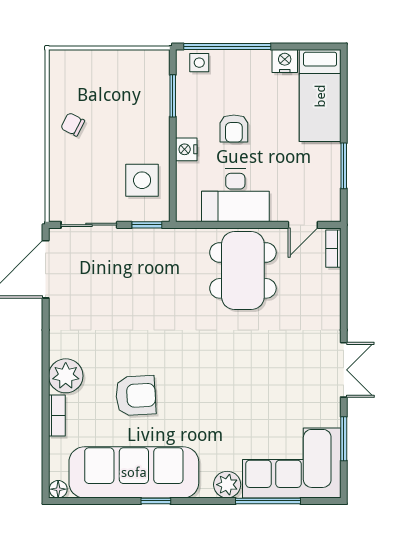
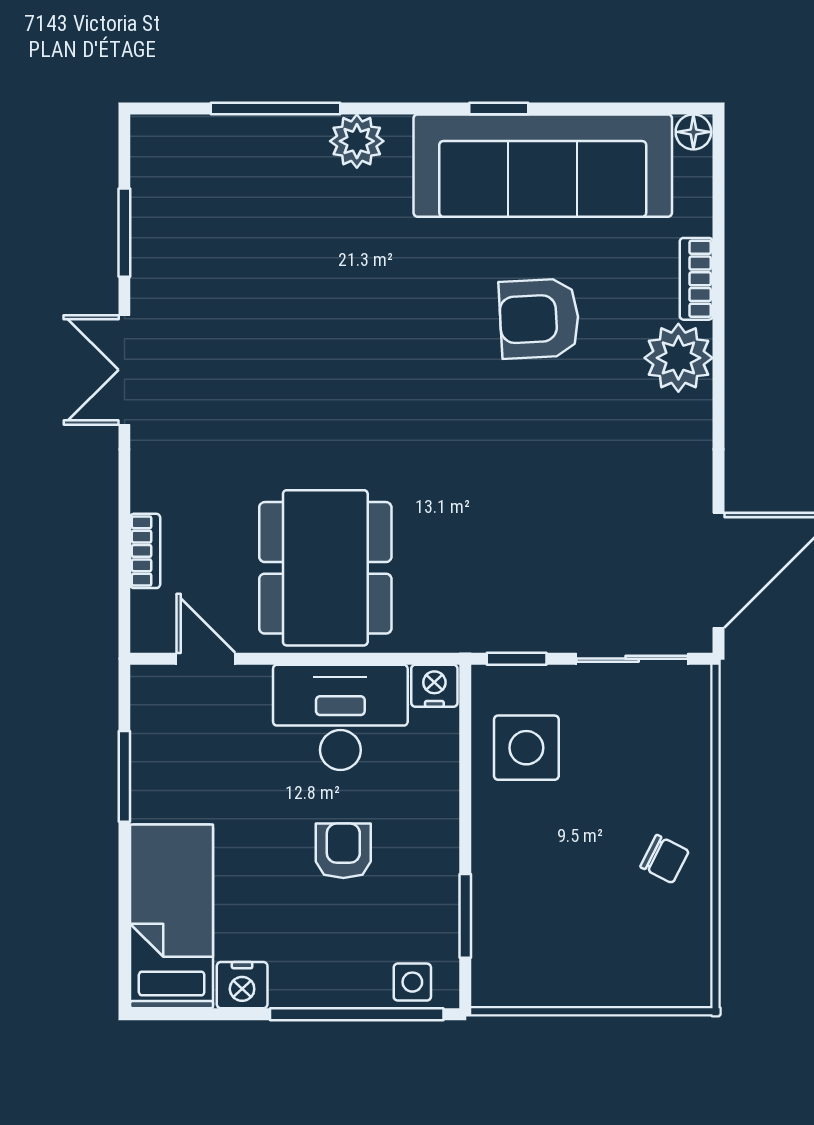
nightstand: (186, 149) -> (434, 686), moved, turned -90
door: (303, 225) -> (206, 659), hinge flipped
bookcase: (333, 249) -> (145, 551), moved
corner sofa: (292, 463) -> (228, 184), removed

